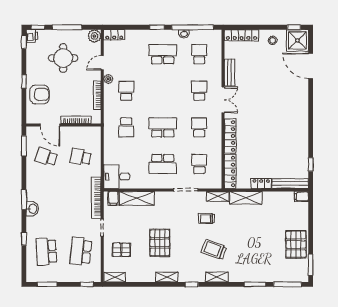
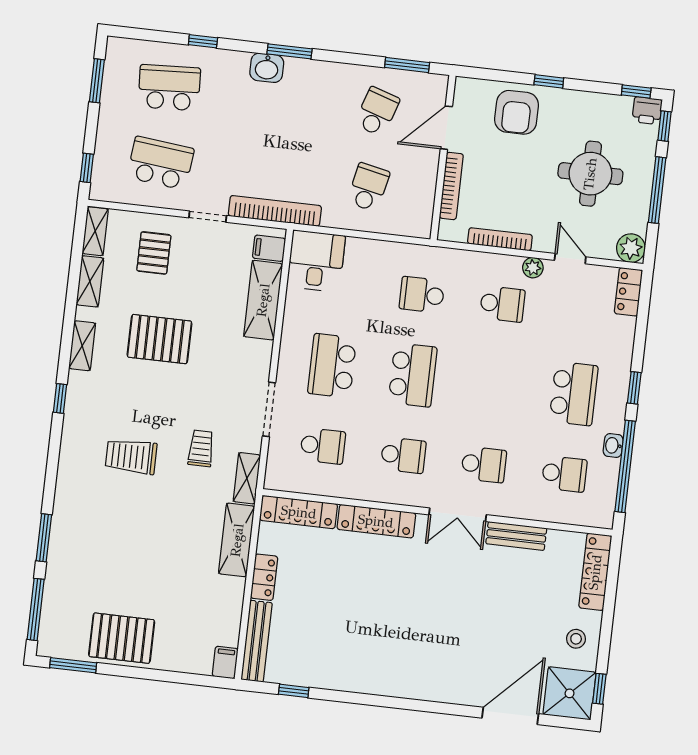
trolley: (214, 249) -> (131, 456), turned -111
shelving: (217, 277) -> (90, 281), moved

